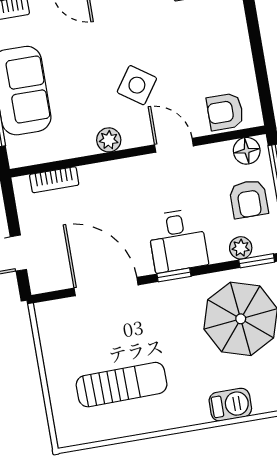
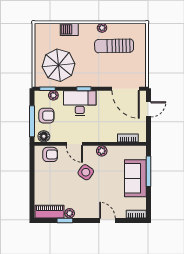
armchair: (249, 199) -> (46, 116), turned 90
desk: (178, 240) -> (80, 103), width x1.37
door: (106, 287) -> (126, 89), moved
plant: (156, 421) -> (102, 28), added

